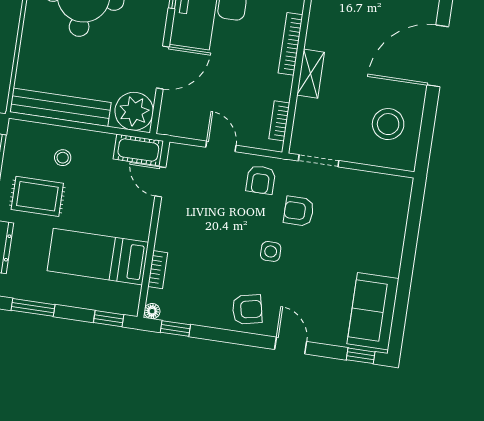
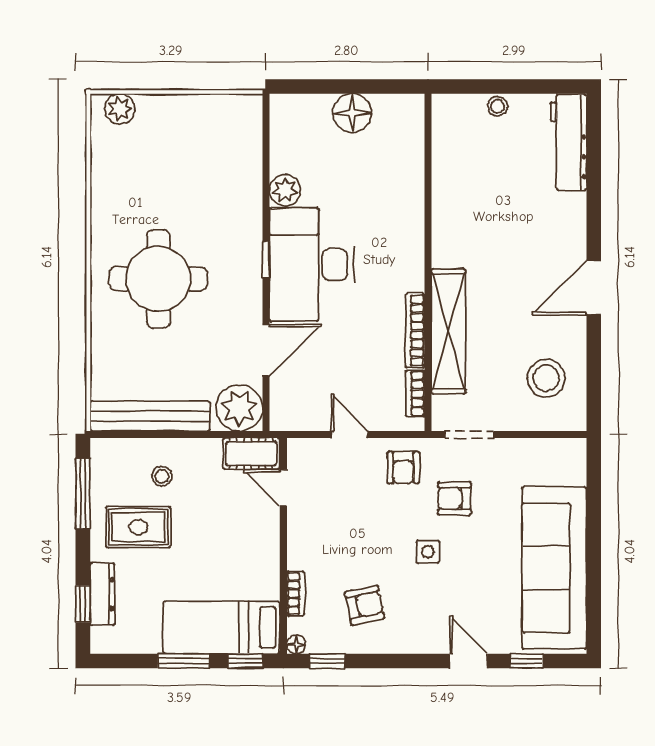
bookcase: (291, 44) -> (415, 331), moved
door: (438, 56) -> (594, 288), width x0.73
shelving: (311, 74) -> (448, 331), width x2.20, depth x1.33
bed: (98, 257) -> (222, 628), moved
window: (33, 307) -> (184, 661), moved
armchair: (247, 309) -> (365, 605), moved
sofa: (373, 311) -> (554, 568), width x1.85, depth x1.27
window: (361, 356) -> (526, 661), moved

